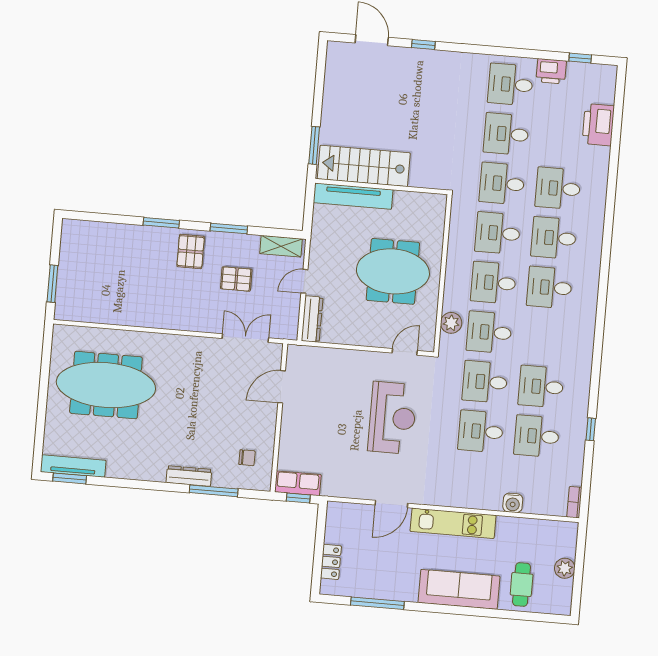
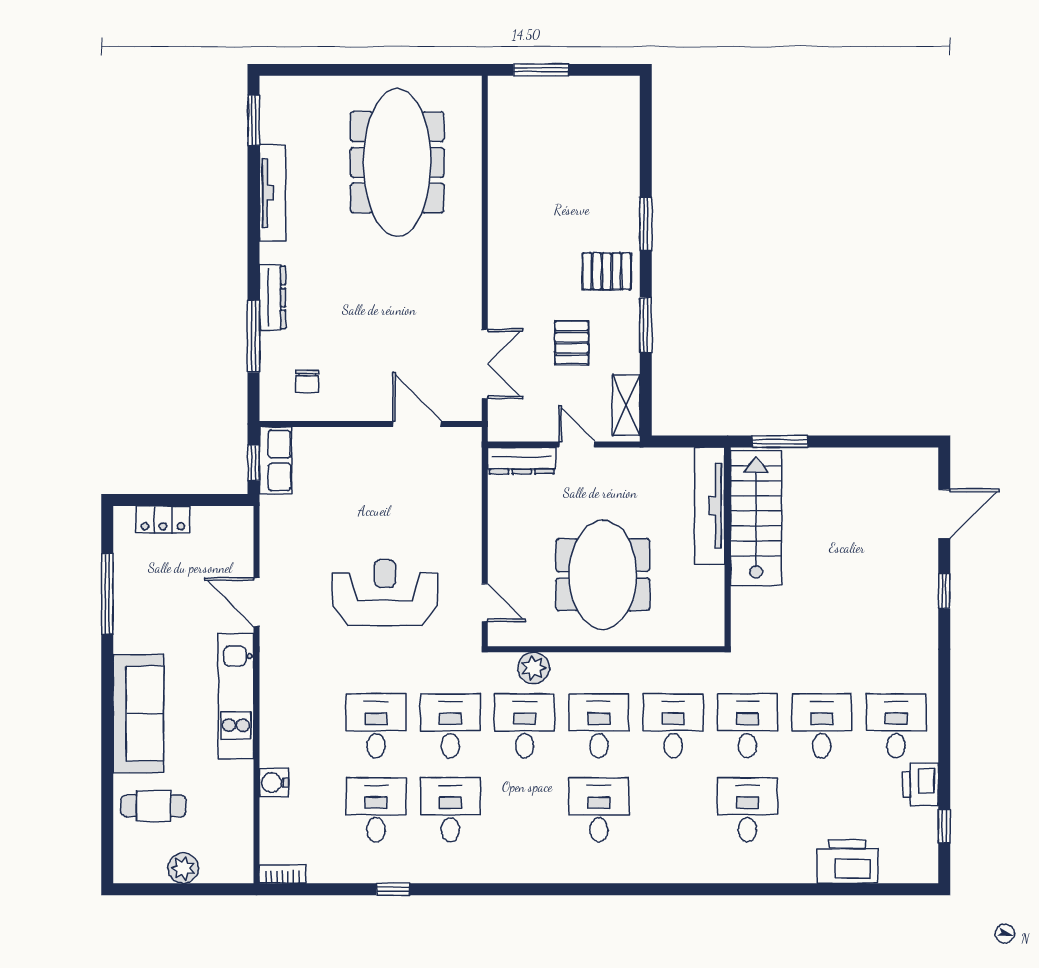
desk: (554, 238) -> (673, 810), removed
reception desk: (392, 418) -> (385, 593), turned 180
tv unit: (73, 466) -> (272, 193), moved

